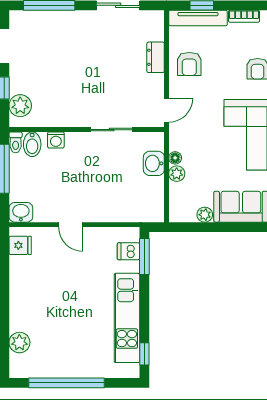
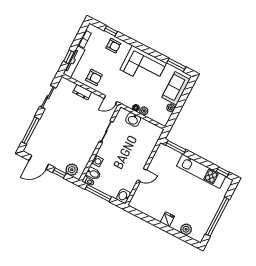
door: (167, 110) -> (111, 100), swing flipped
fridge: (20, 245) -> (167, 219), moved
dishwasher: (128, 251) -> (169, 154), removed

